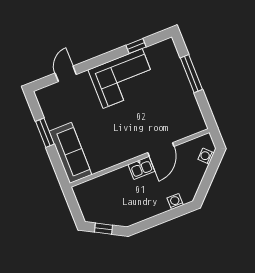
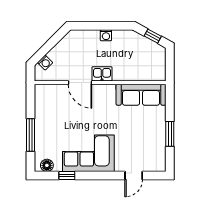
floor lamp: (161, 48) -> (47, 165), added
door: (161, 149) -> (80, 83), swing flipped
sofa: (70, 153) -> (141, 95), moved, turned -90
washing machine: (175, 201) -> (106, 35), moved

